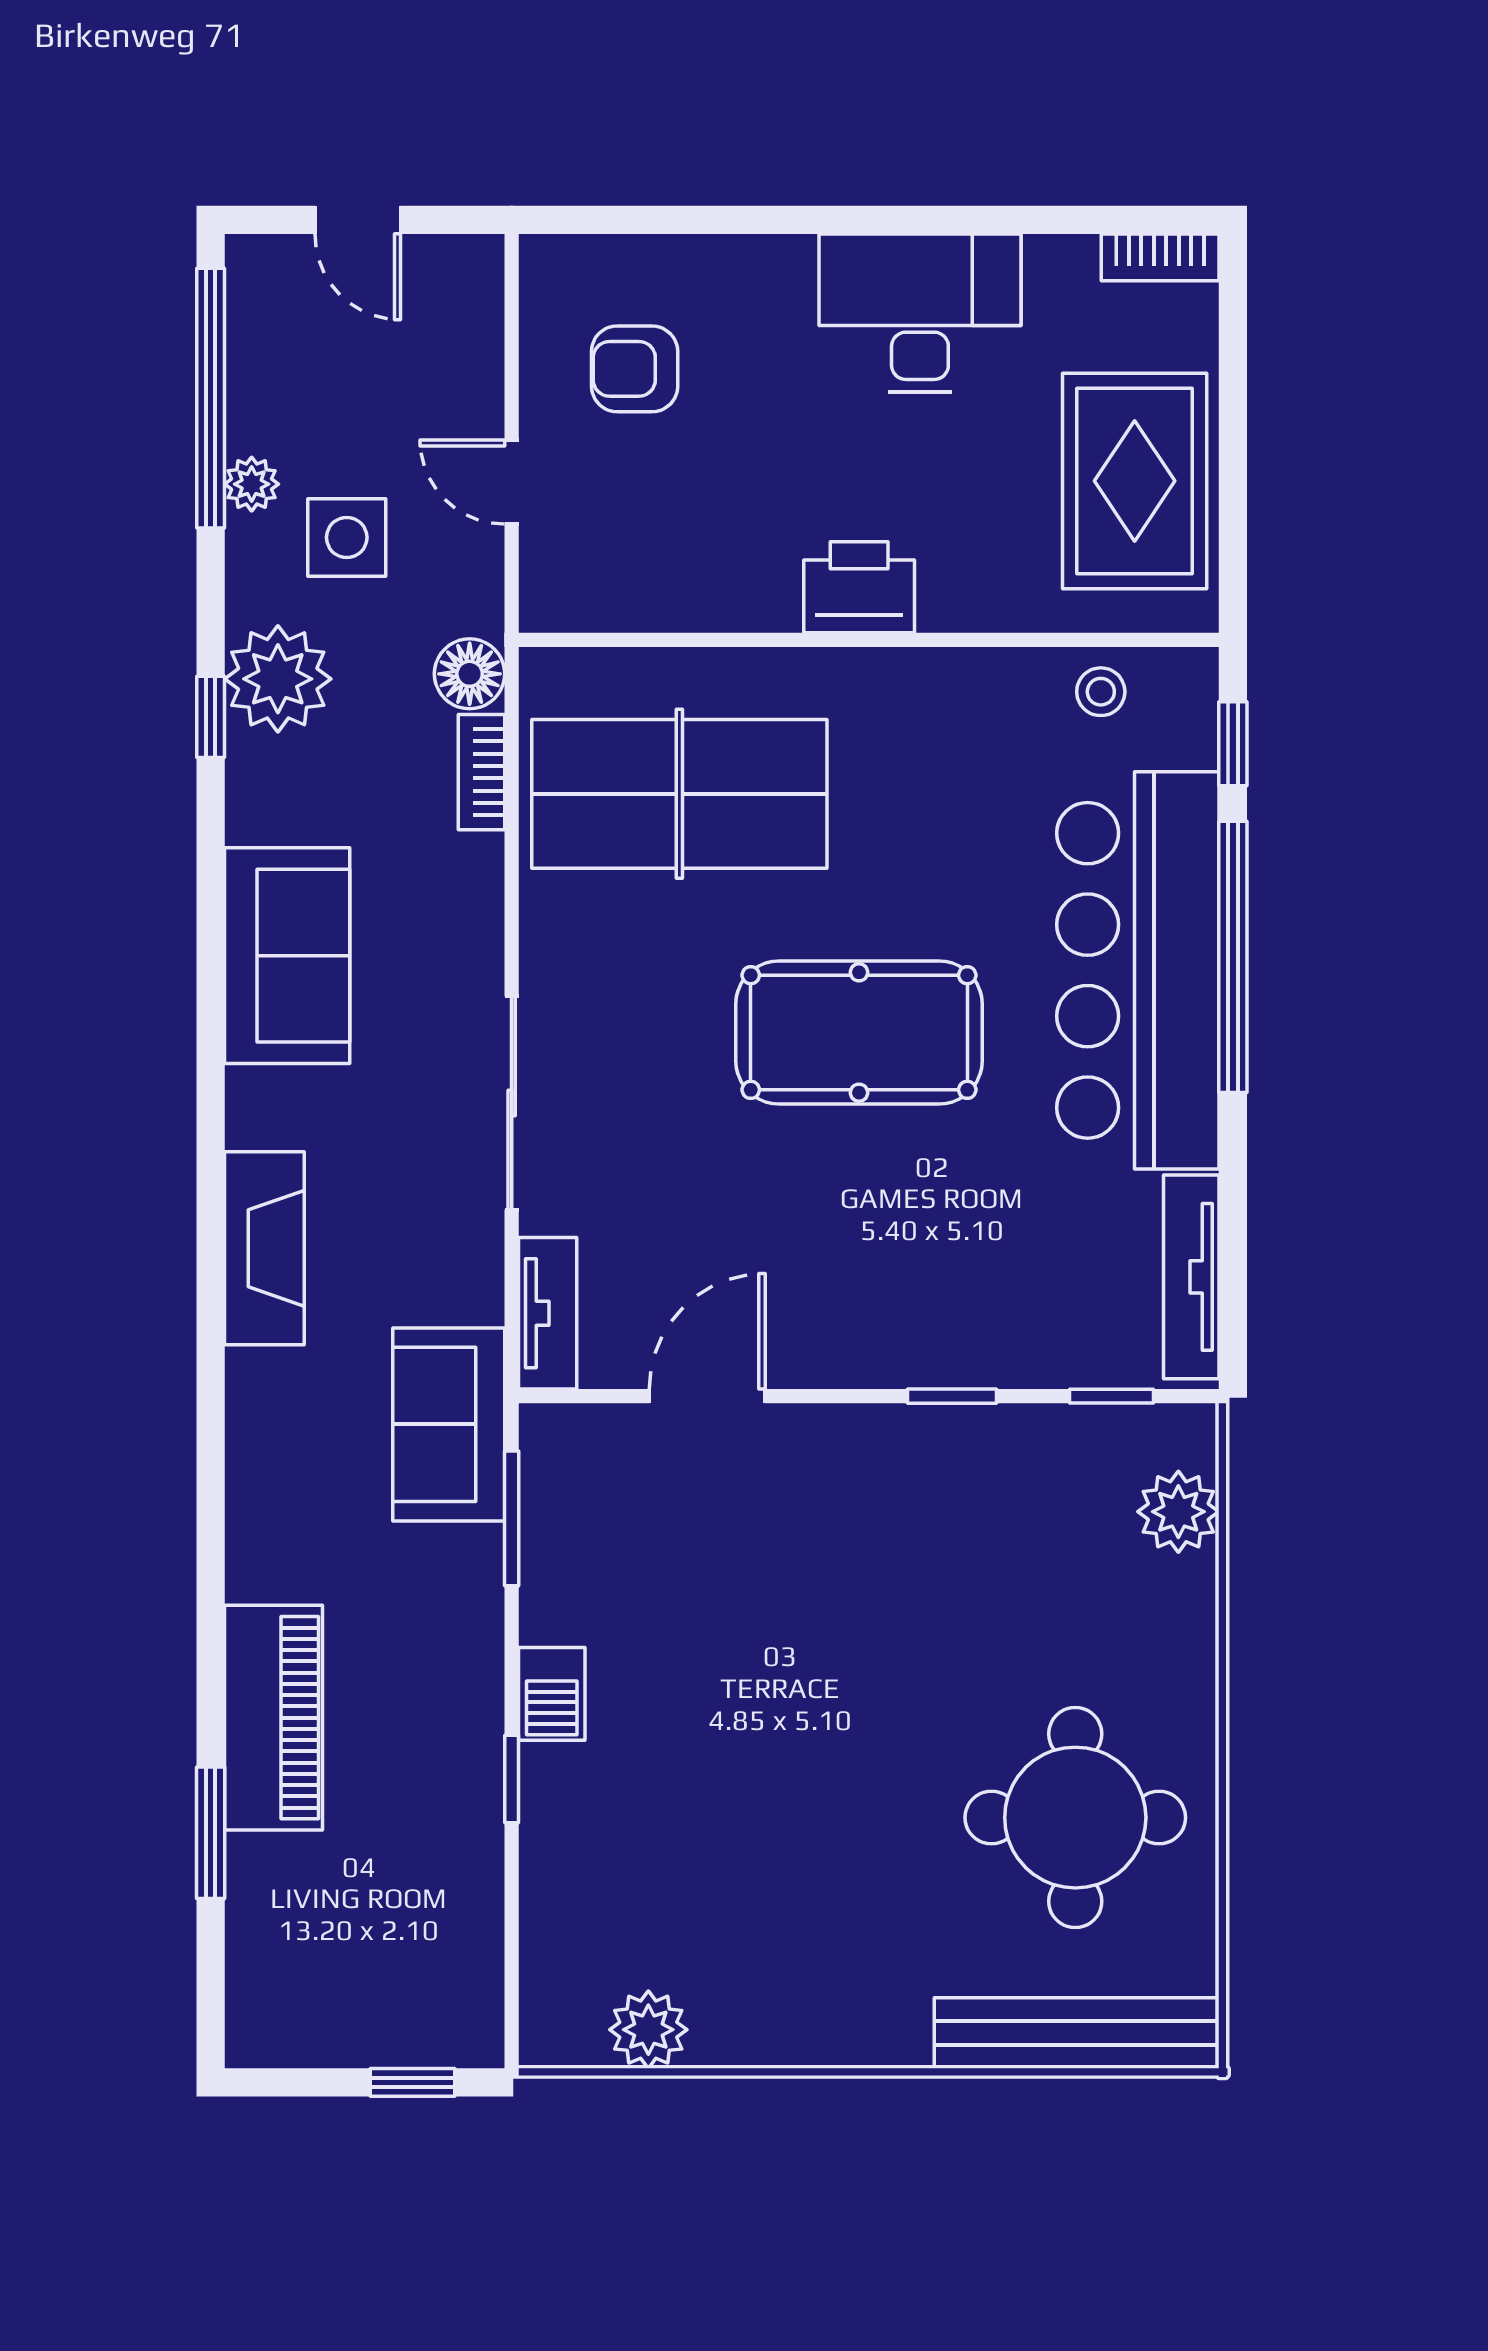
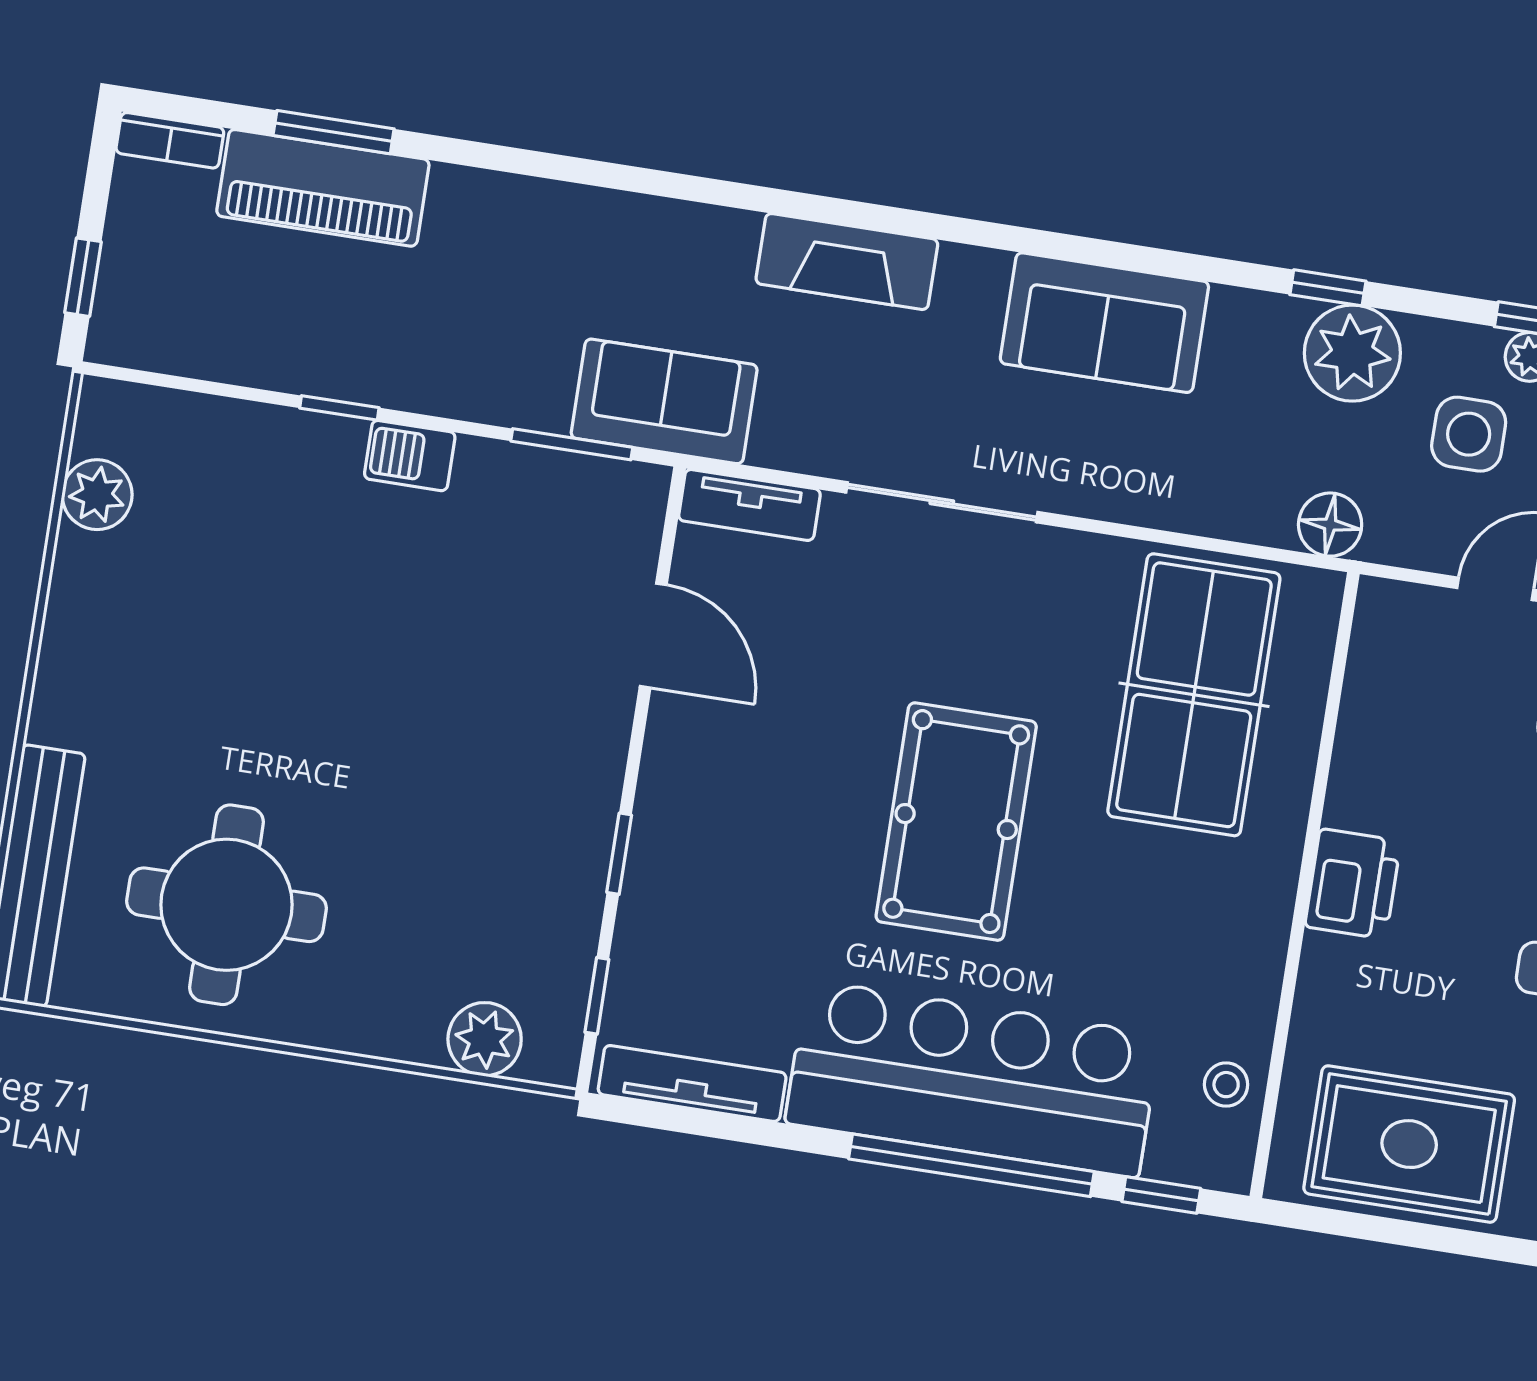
bookcase: (482, 772) -> (170, 140), moved, turned 180
piano: (273, 1718) -> (323, 188), moved

